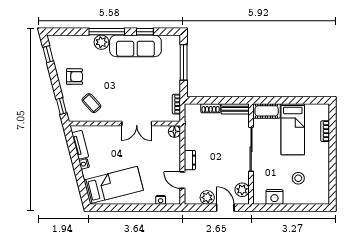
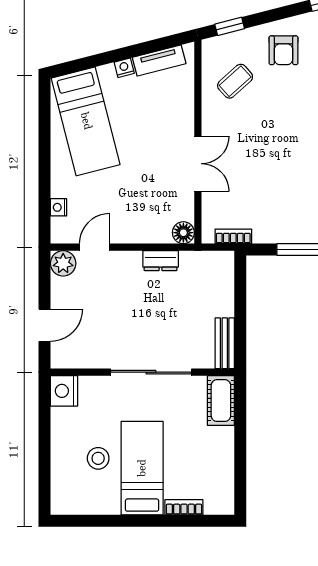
shoe rack: (211, 108) -> (226, 298), removed
double door: (137, 124) -> (198, 164), swing flipped
bed: (293, 129) -> (142, 468), moved, turned 90
dresser: (190, 160) -> (161, 261), moved
plant: (242, 190) -> (77, 356), removed
plant: (207, 197) -> (63, 263), moved
nightstand: (274, 197) -> (64, 391), moved

